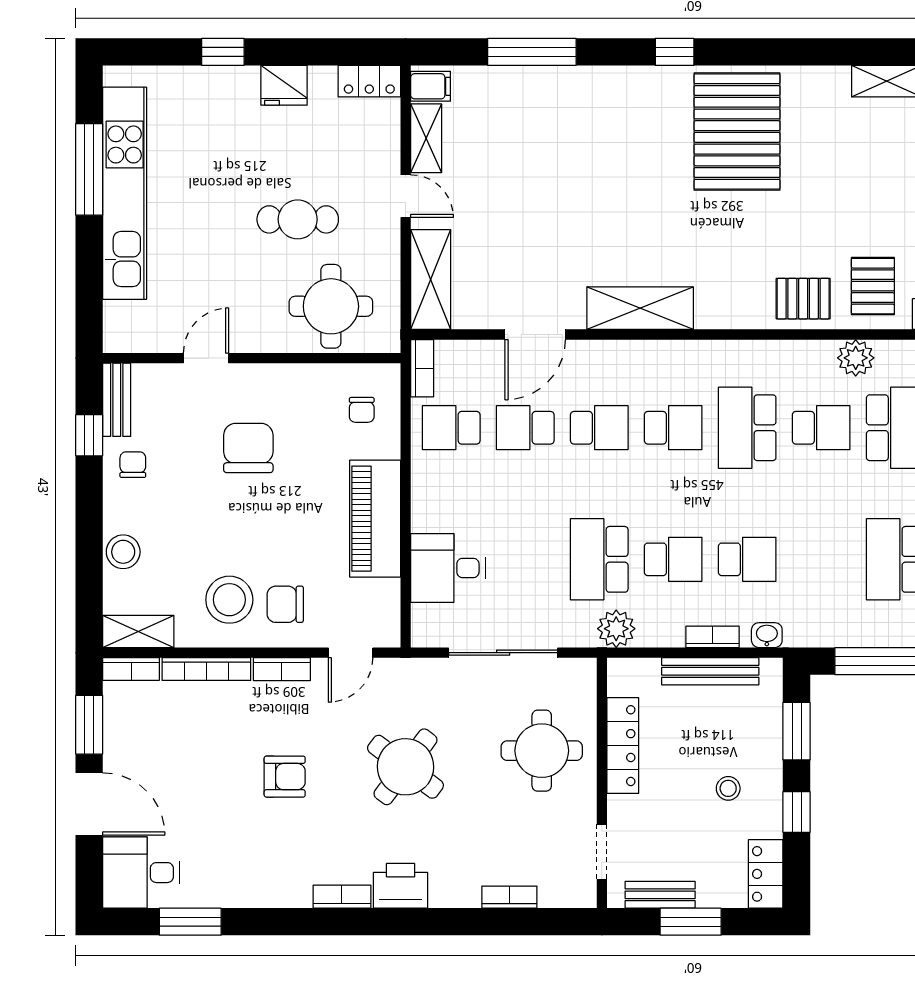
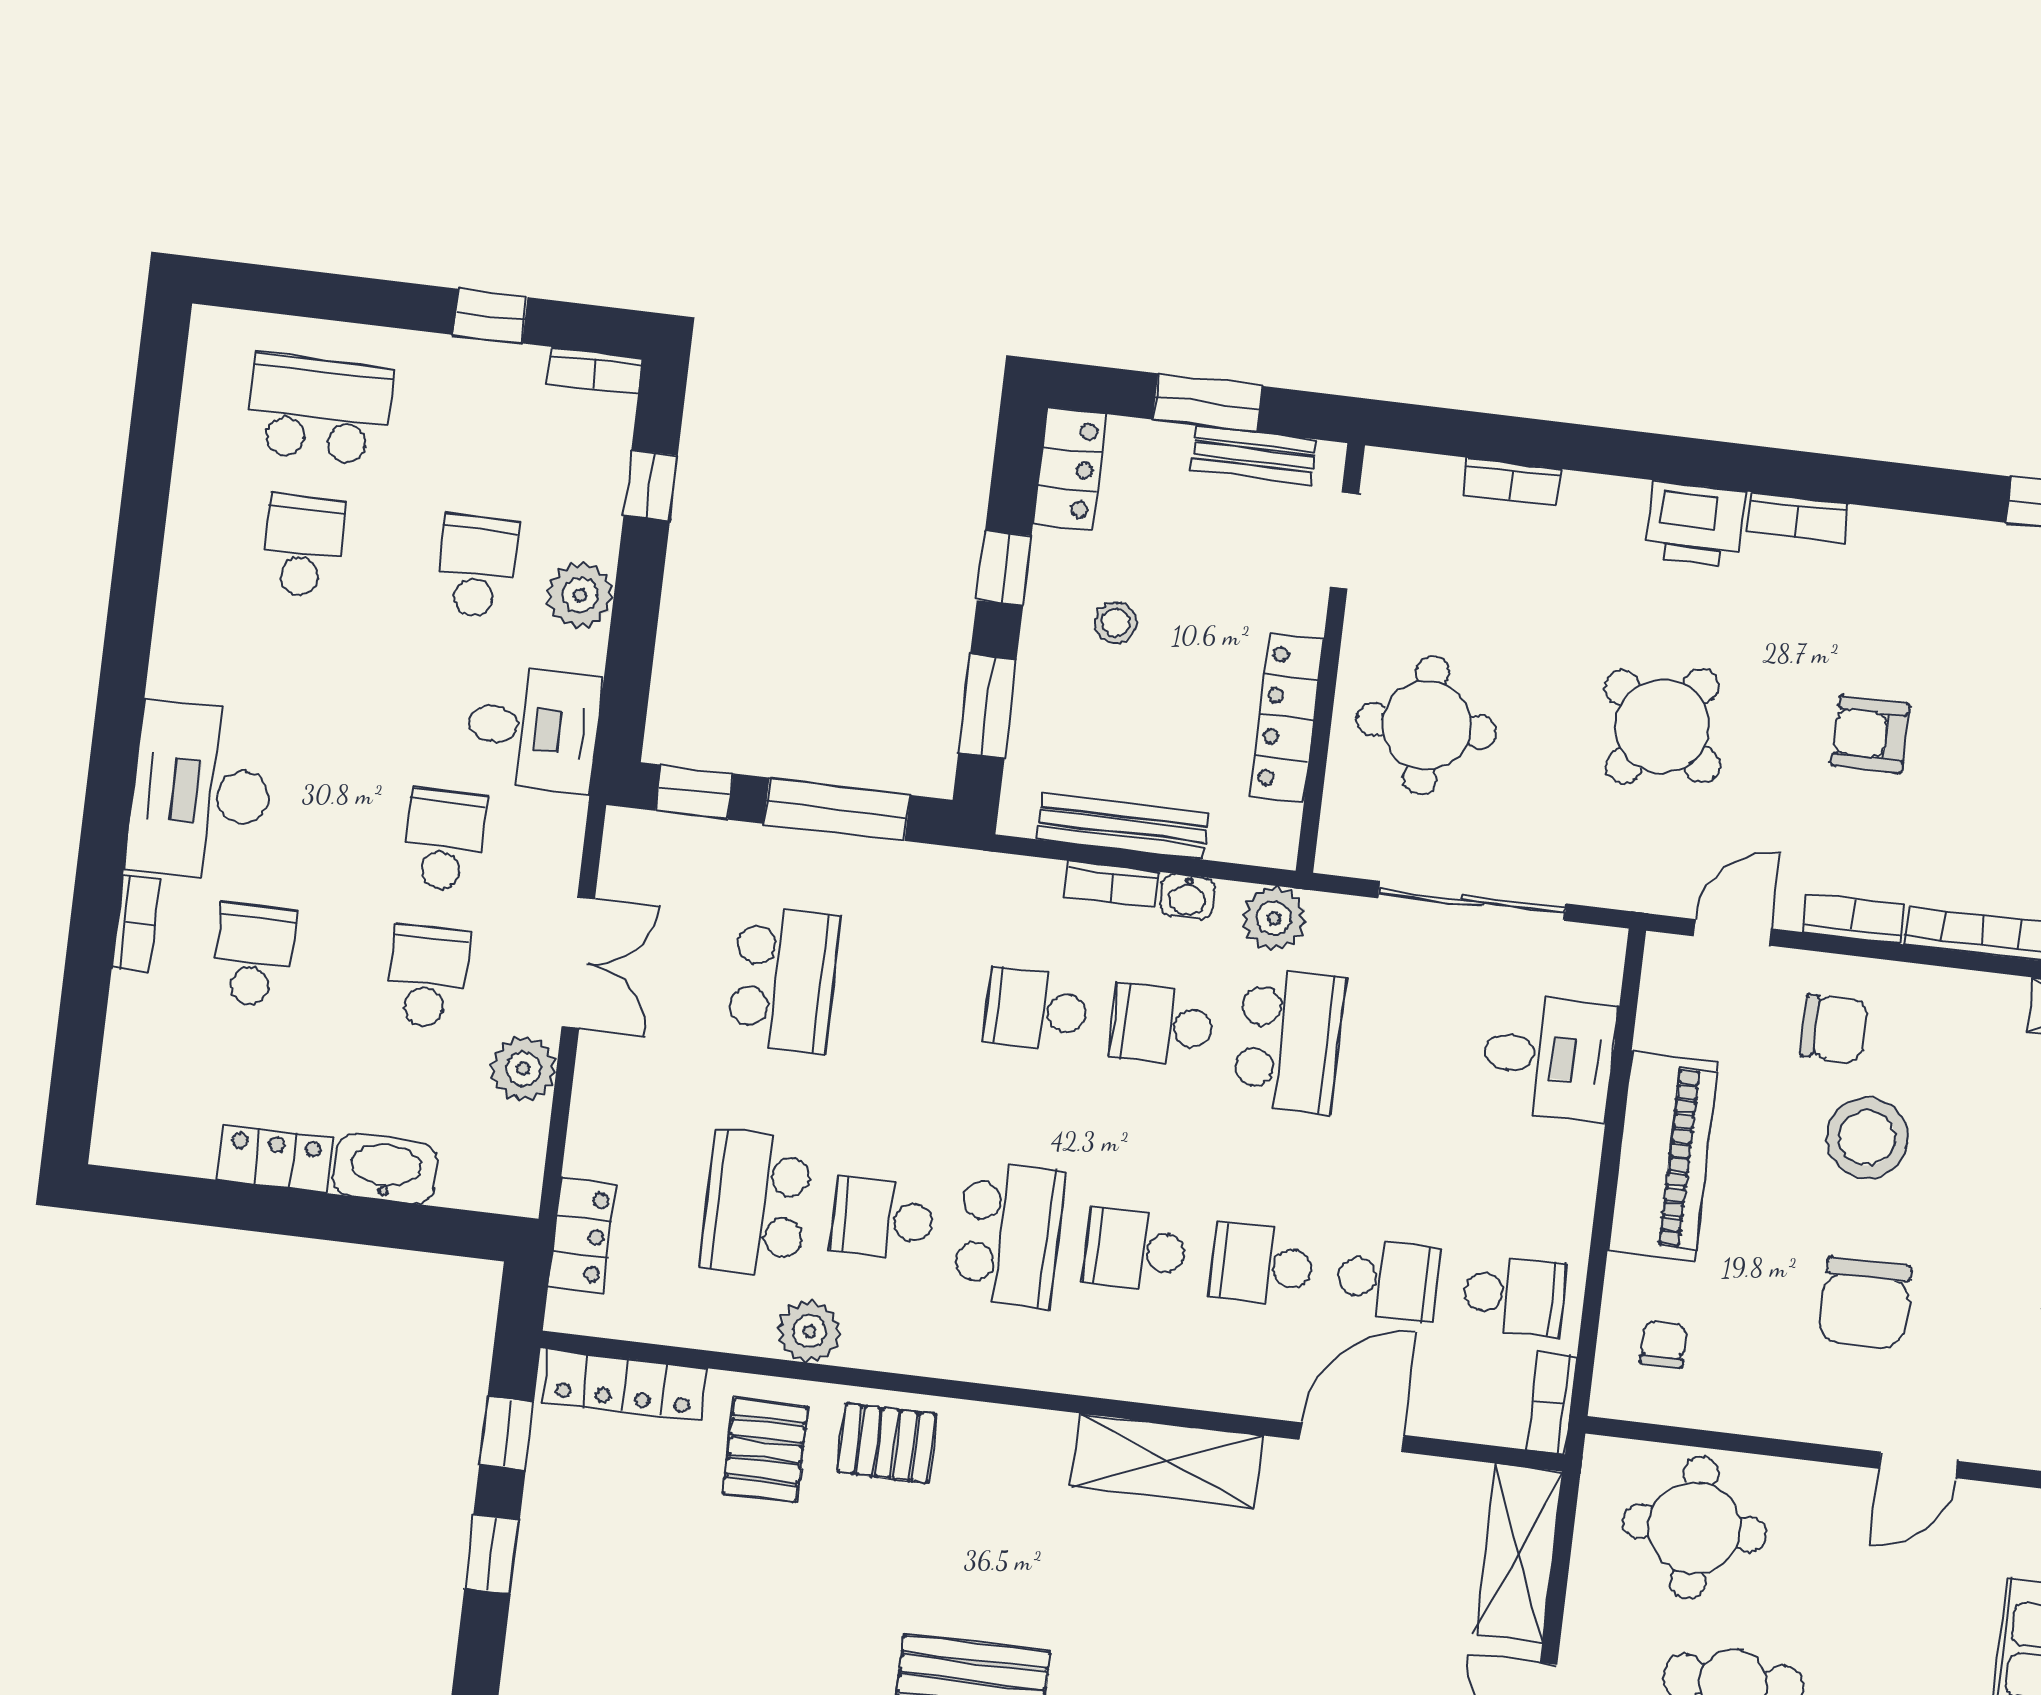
stool: (229, 600) -> (1867, 1138), moved
washbasin: (767, 635) -> (1187, 897), moved

